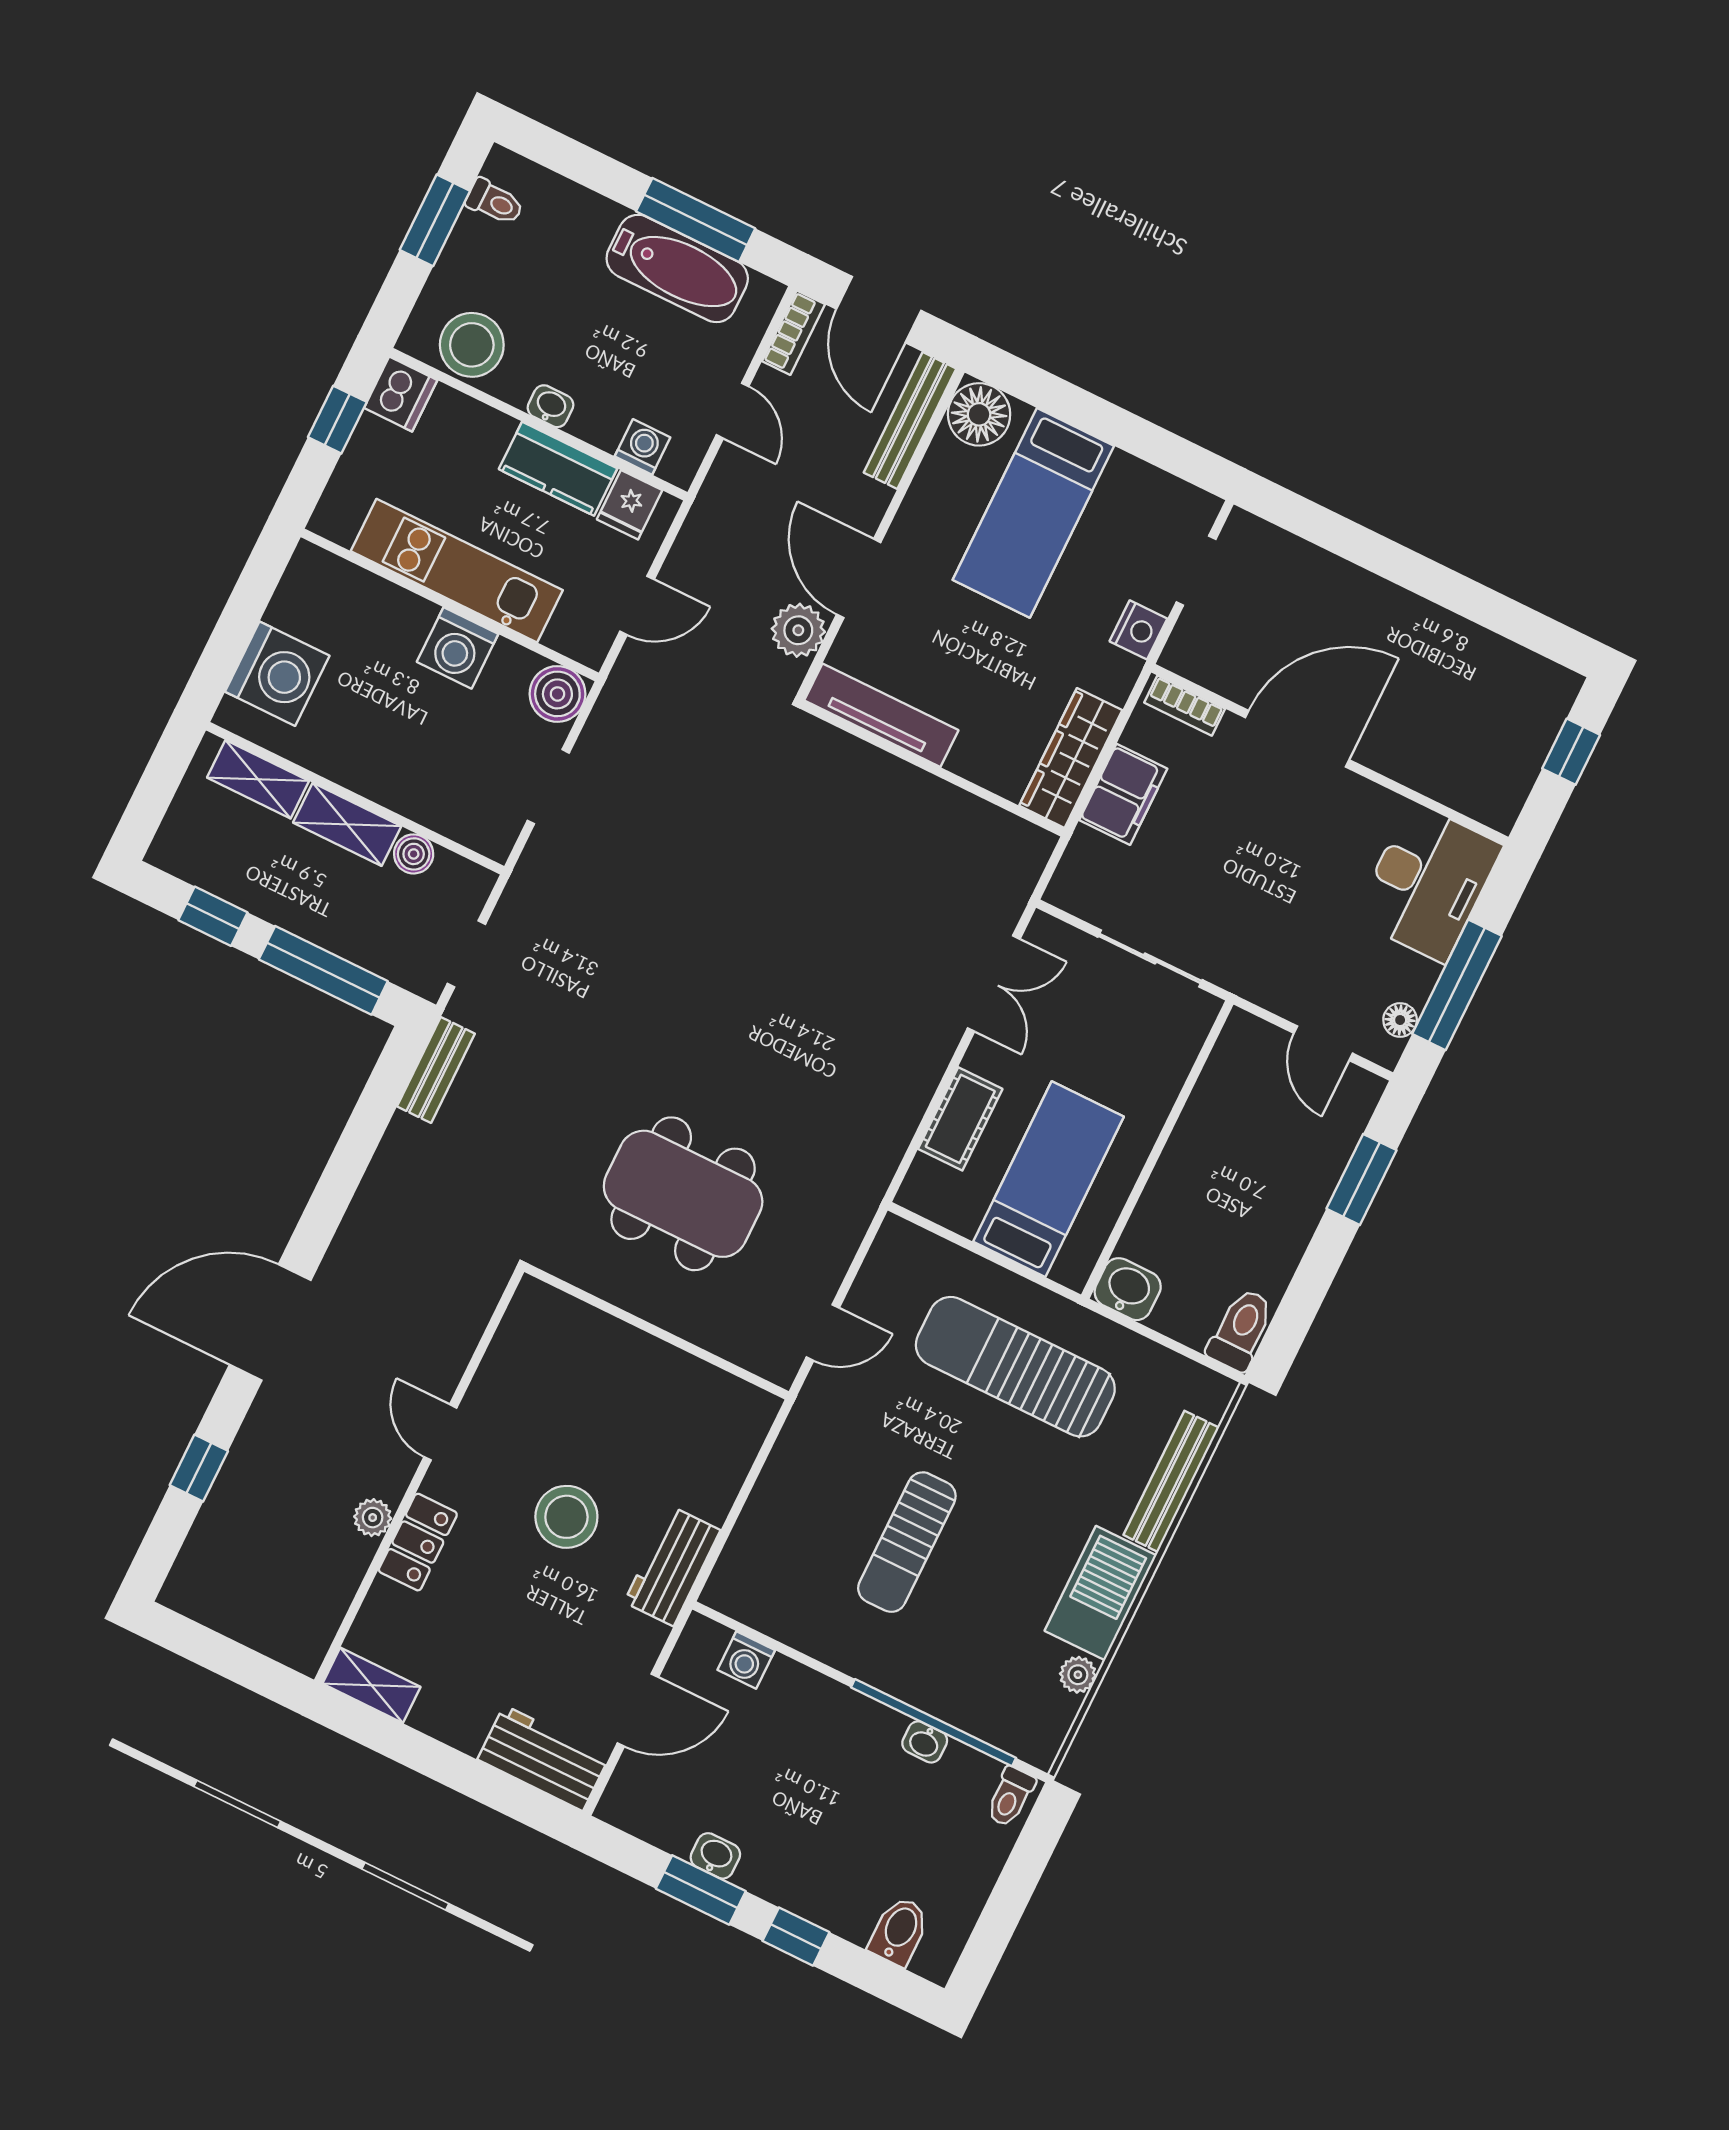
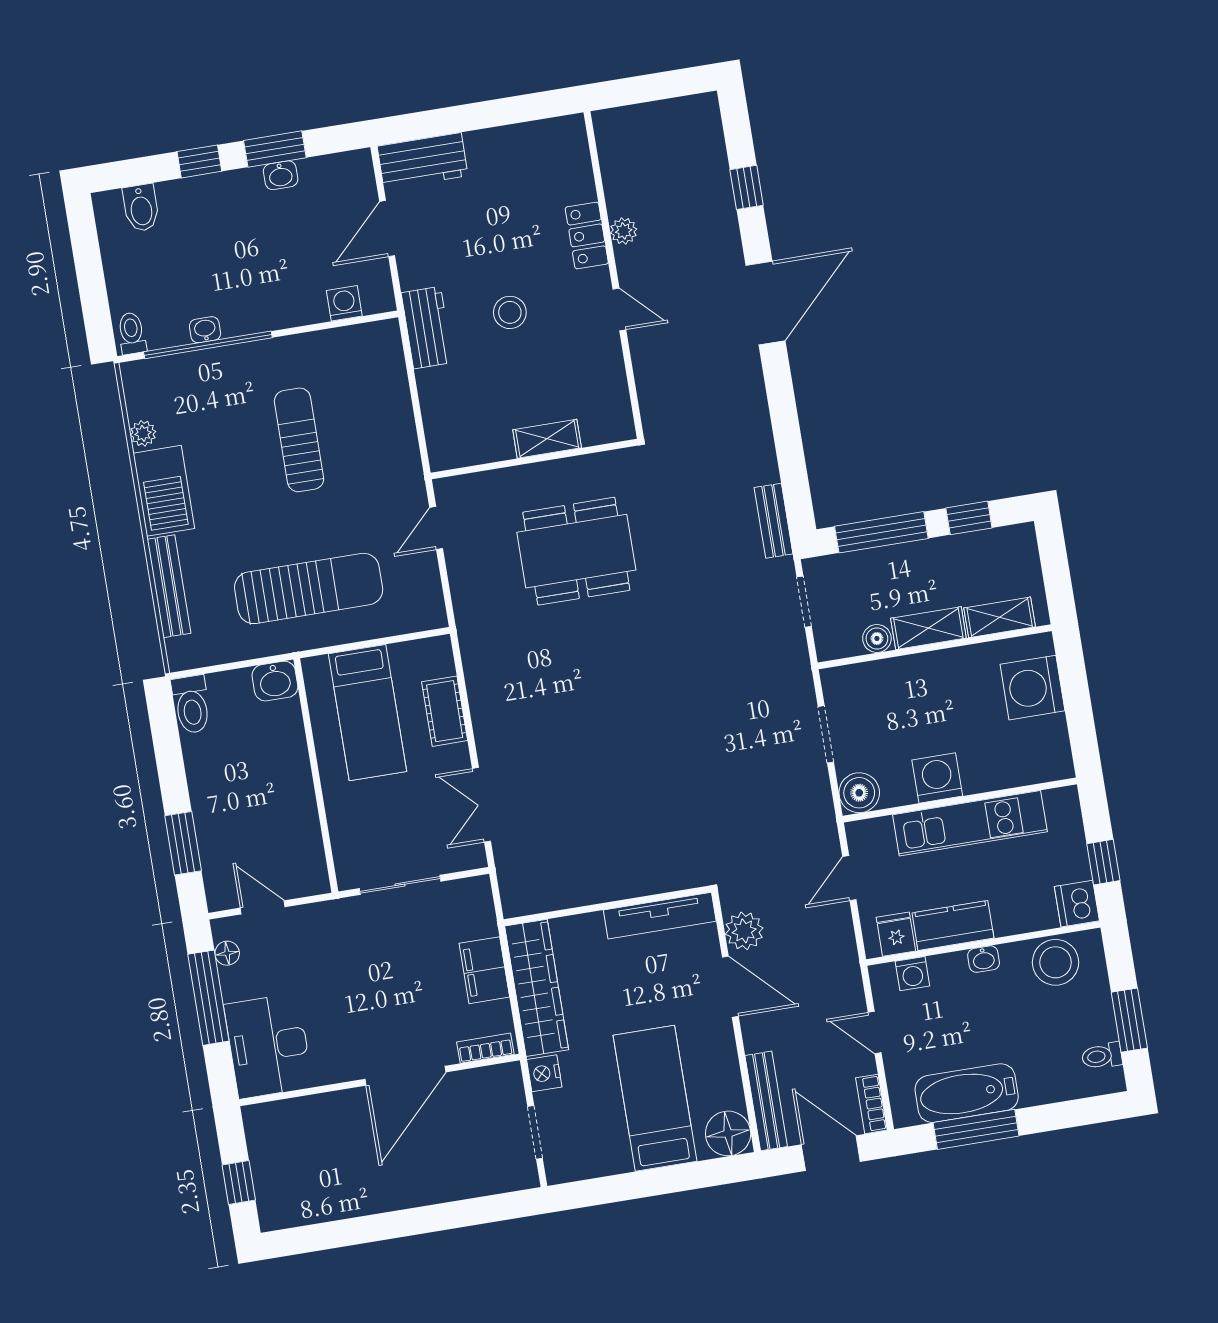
wardrobe: (1071, 758) -> (537, 988), width x1.40, depth x1.17
stool: (566, 1517) -> (510, 312), width x0.73, depth x0.73
shelving: (372, 1685) -> (547, 439), moved

